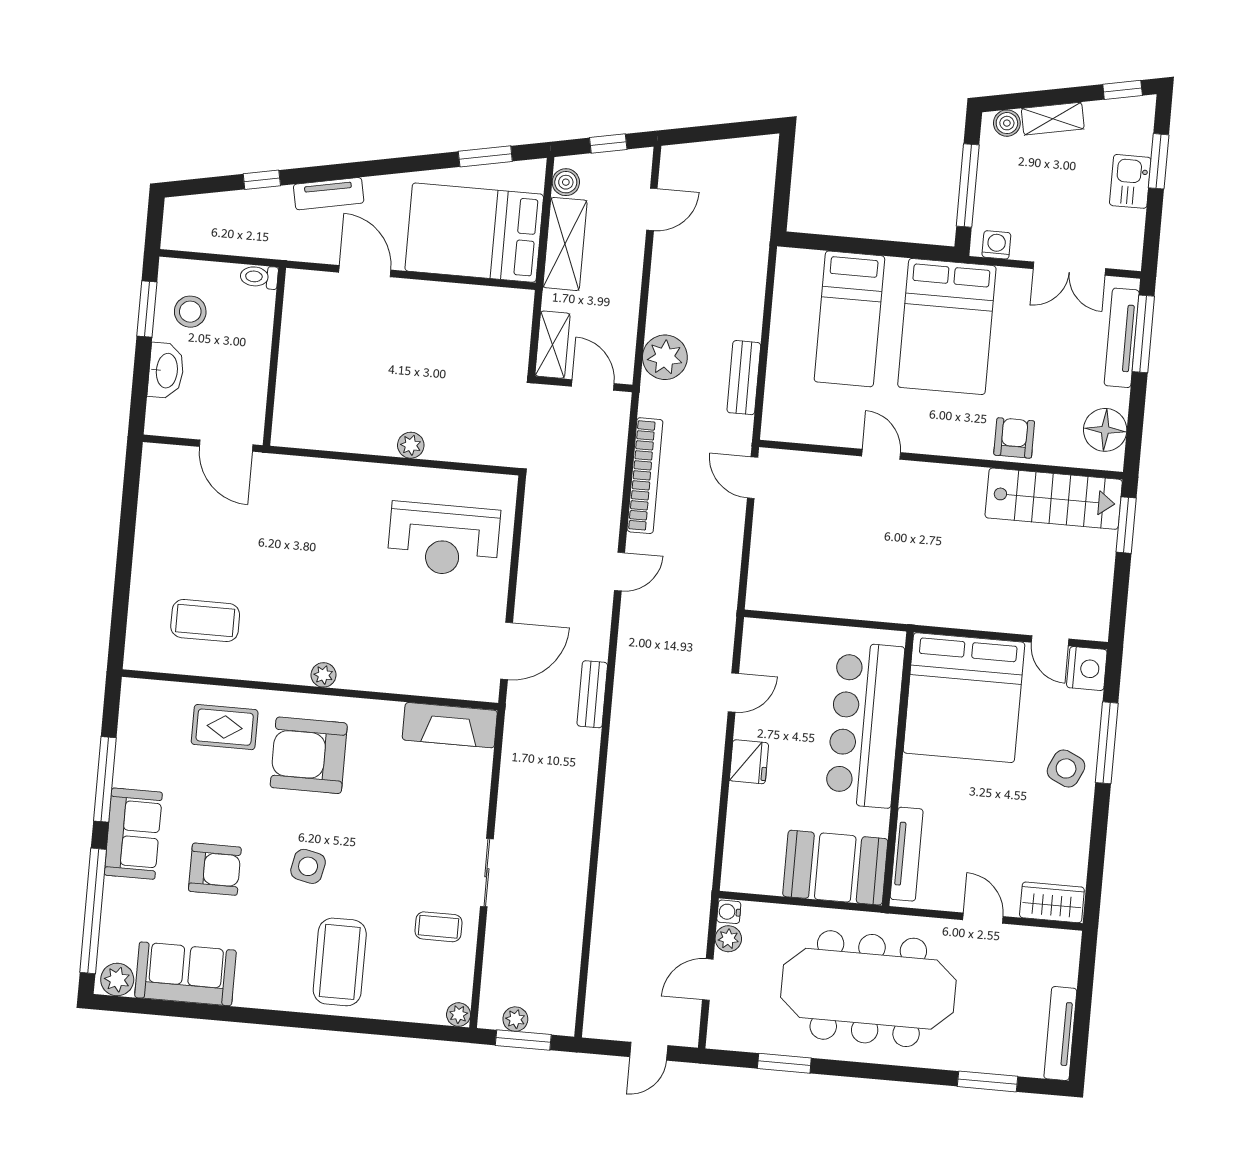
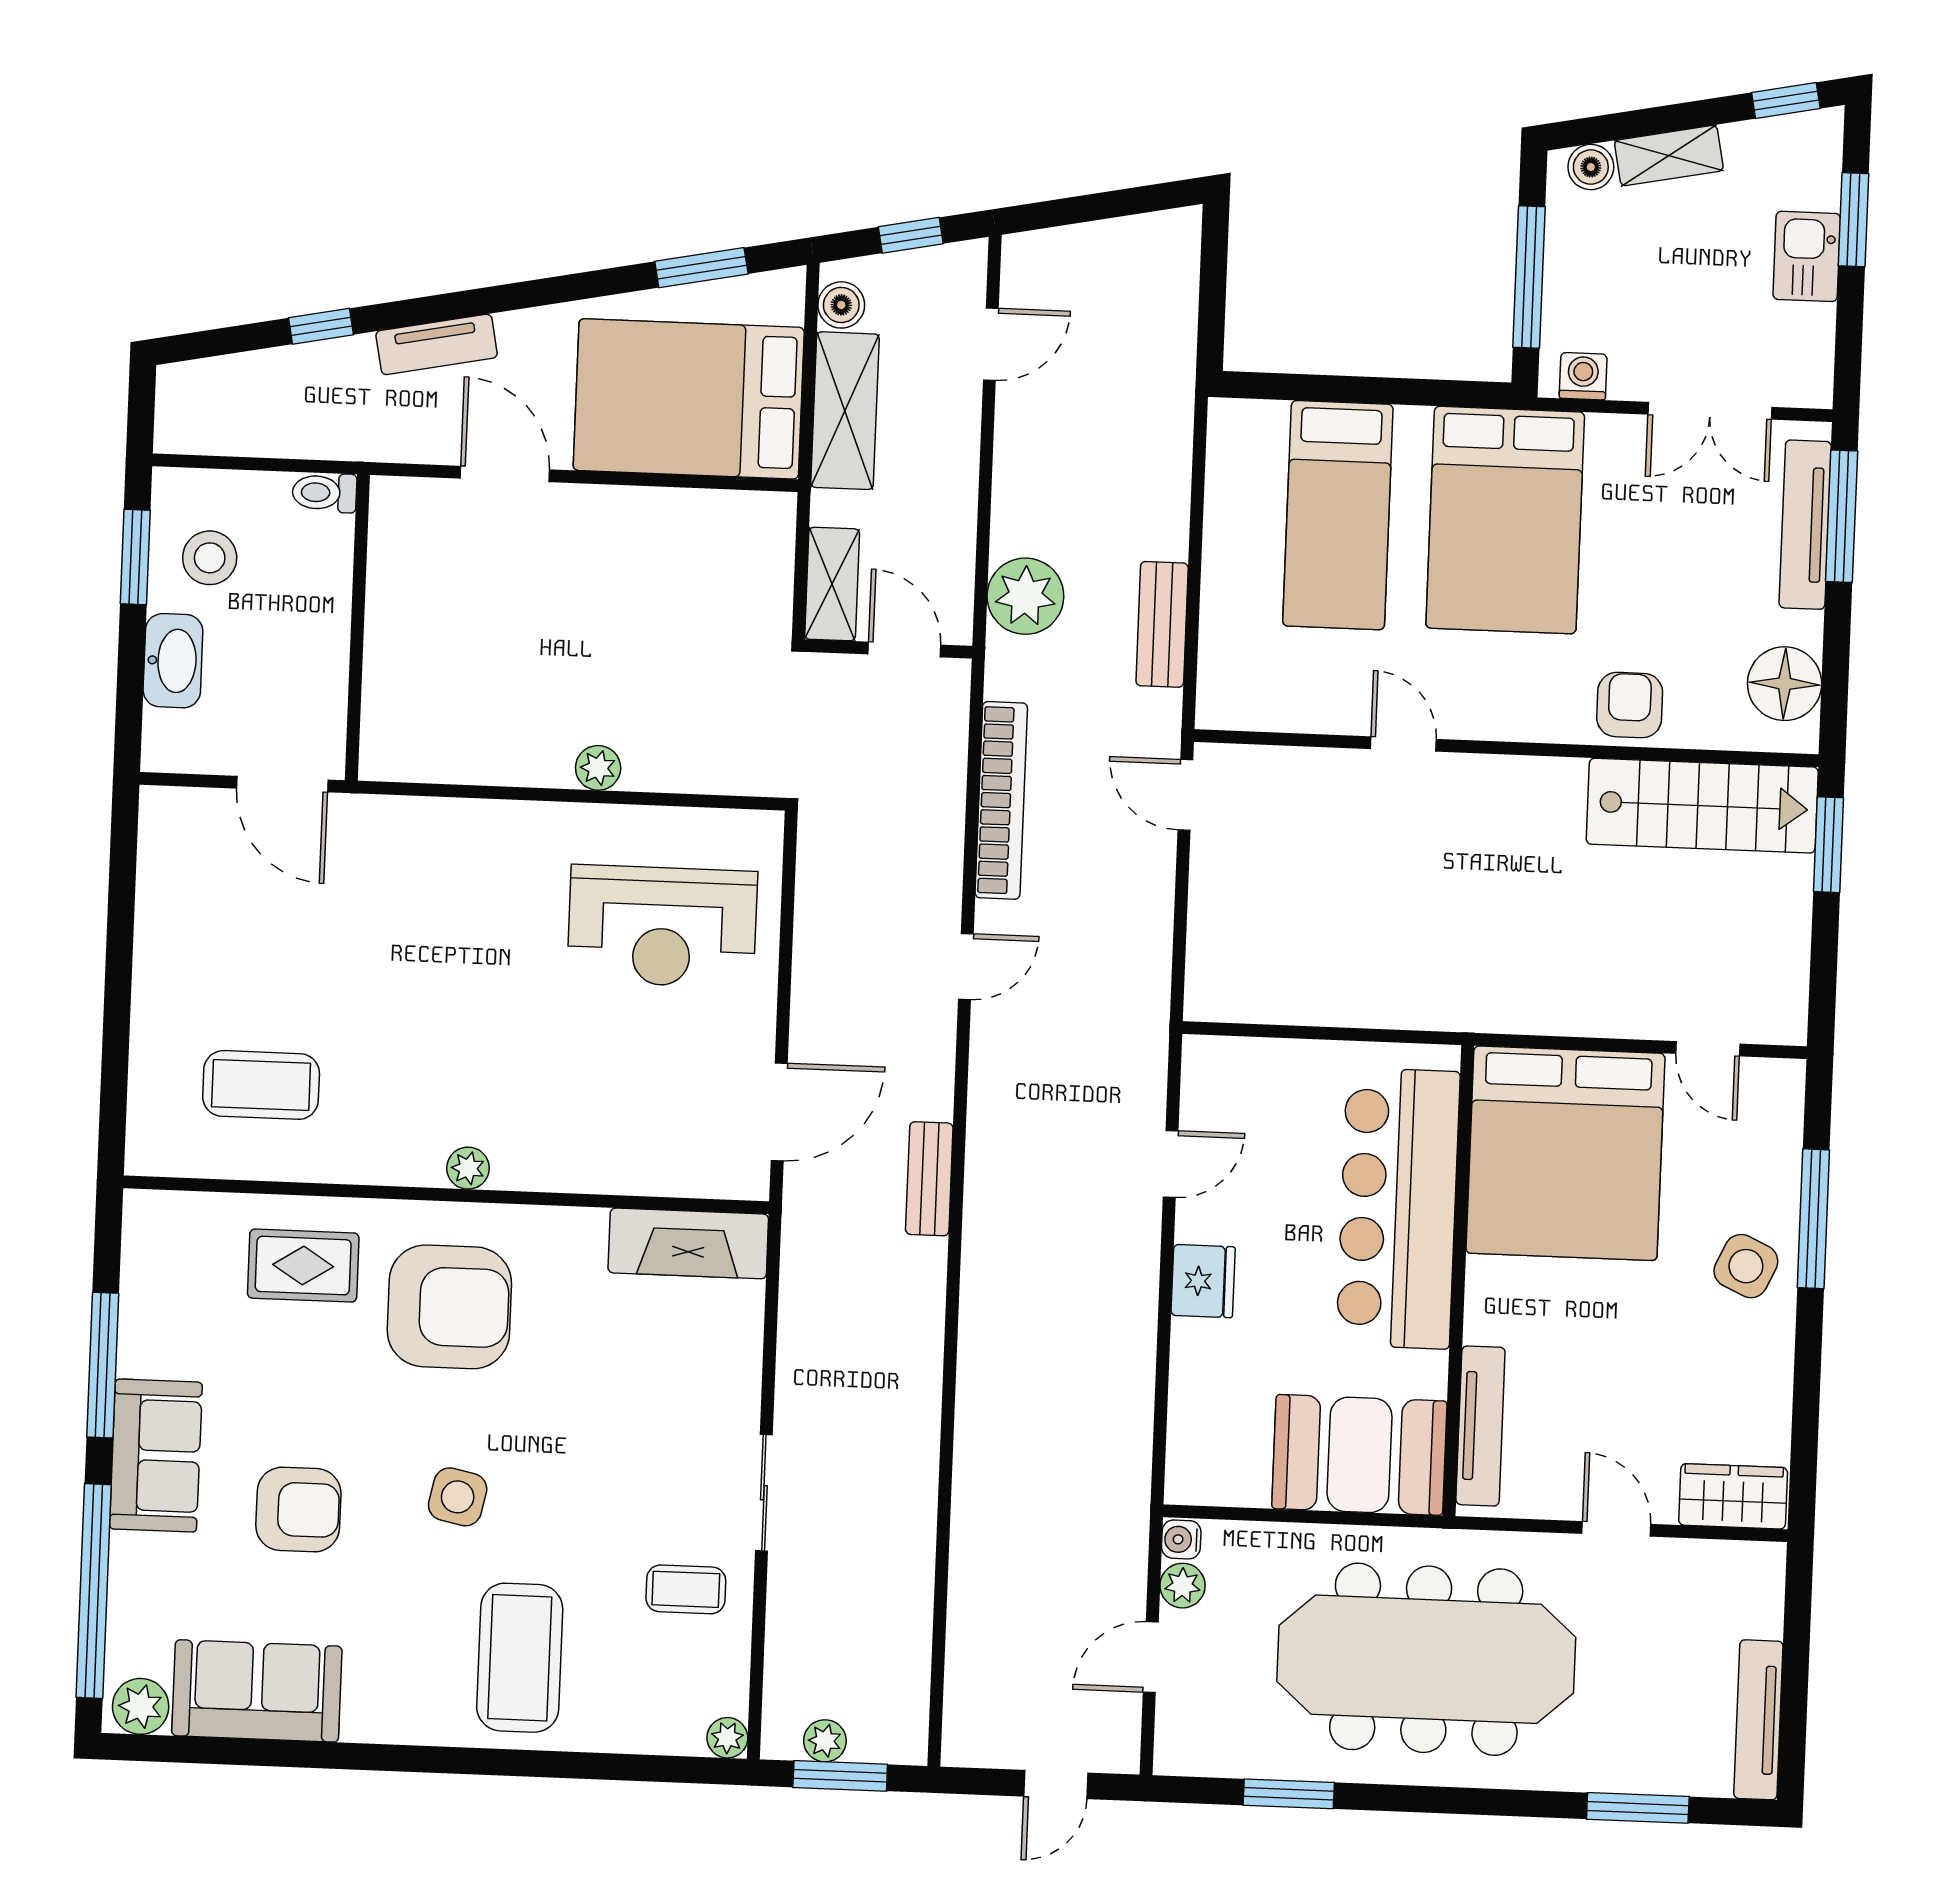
nightstand: (1087, 669) -> (1773, 1093), removed
armchair: (309, 755) -> (449, 1307), turned 180

